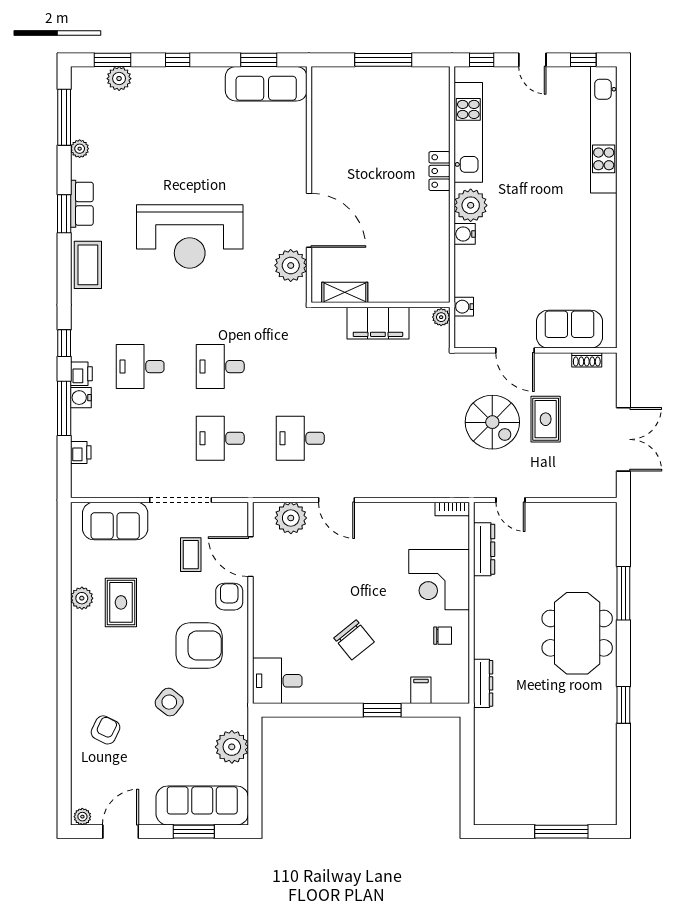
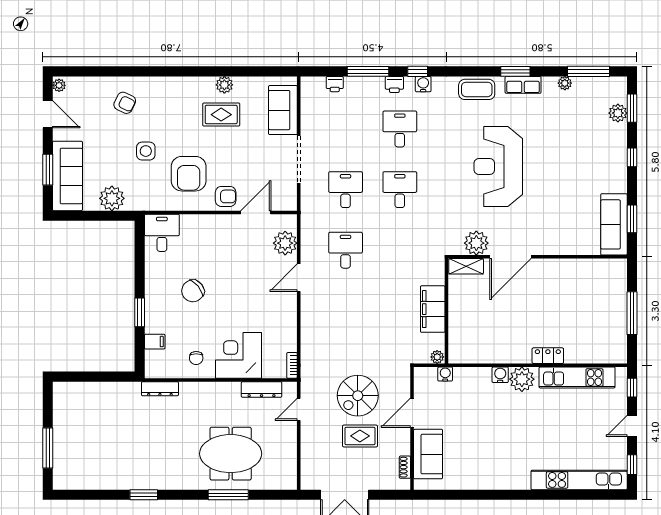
shelving: (345, 292) -> (466, 266), moved, turned 90
water cooler: (81, 398) -> (423, 84), moved
coffee table: (191, 555) -> (257, 167), removed
meeting table: (577, 633) -> (231, 454), moved
side table: (169, 702) -> (146, 151), turned -38

